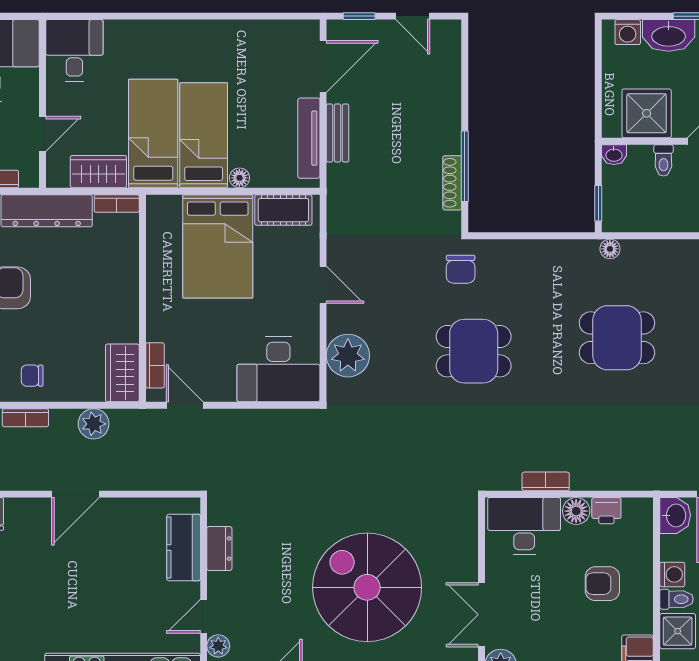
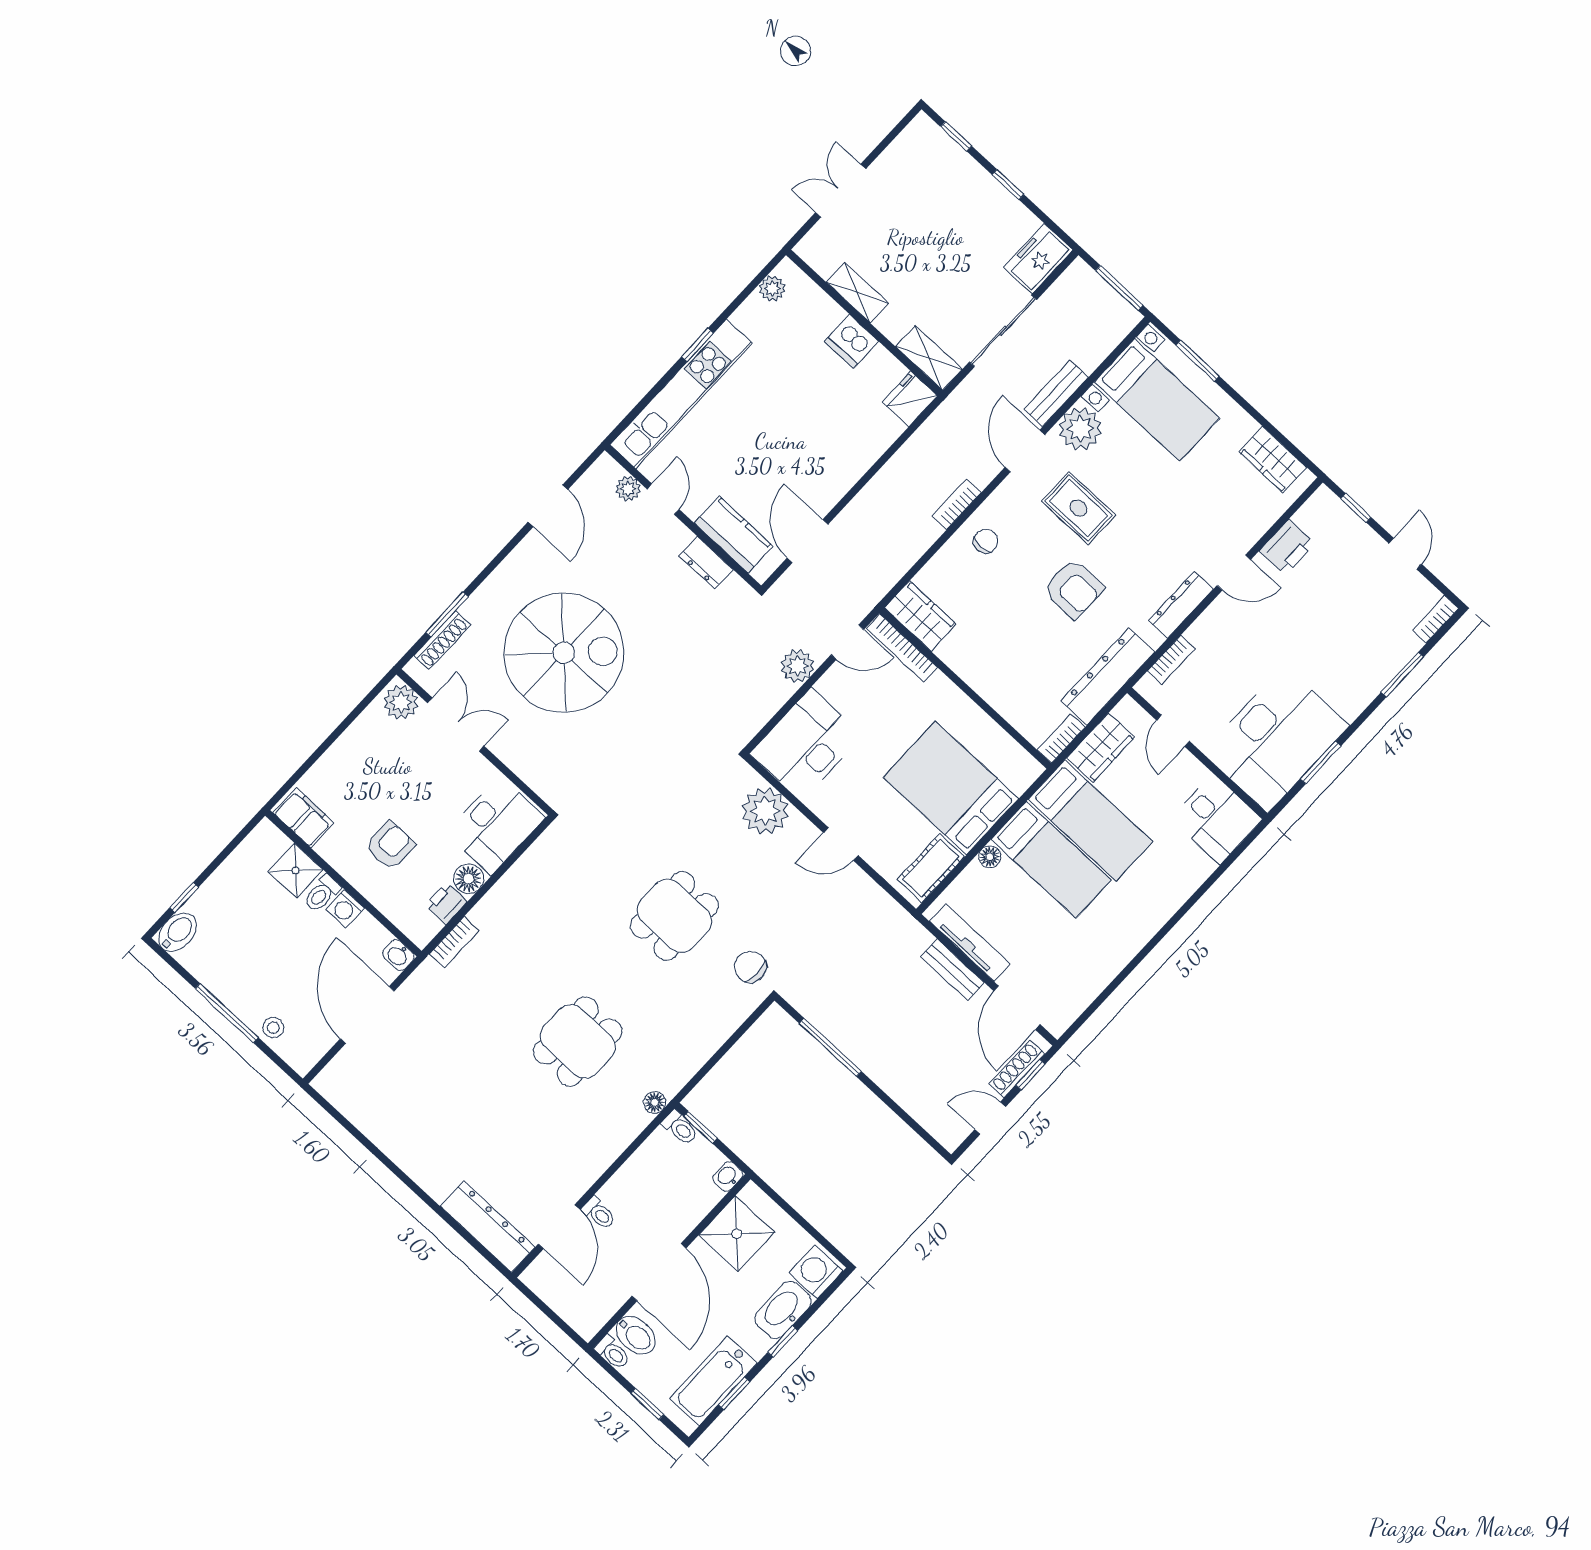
washing machine: (628, 32) -> (816, 1272), width x1.38, depth x1.38
toilet: (663, 160) -> (680, 1128), moved, turned 180
shoe rack: (452, 183) -> (1017, 1069), moved, turned -90
bookcase: (155, 365) -> (902, 648), width x1.56
plant: (94, 424) -> (797, 666), moved
bookcase: (546, 481) -> (454, 942), moved
door: (75, 494) -> (807, 541), moved
washbasin: (675, 515) -> (398, 955), width x0.72, depth x0.69

